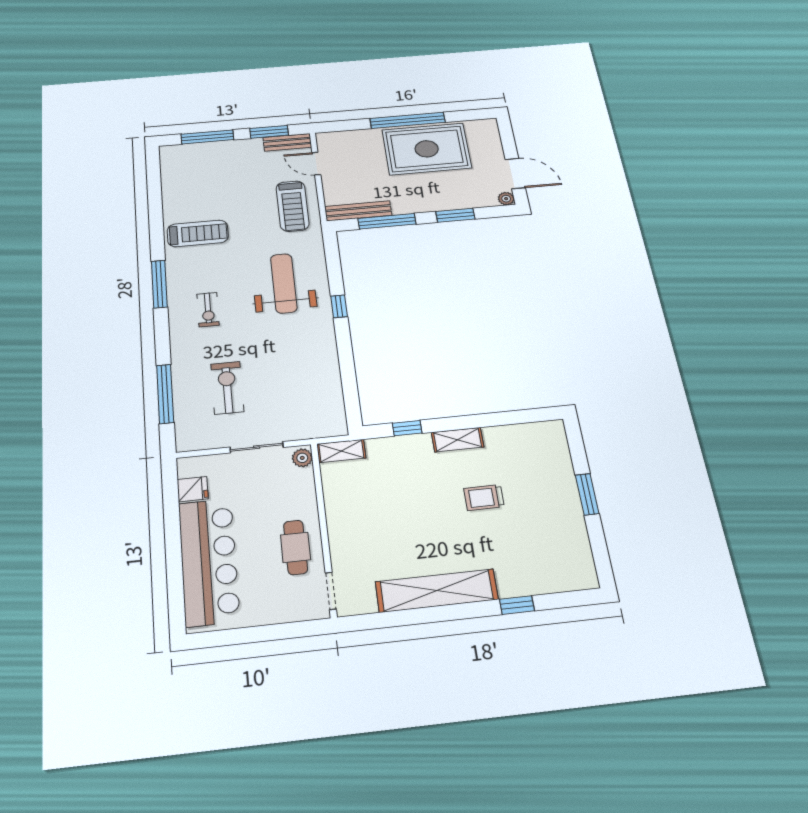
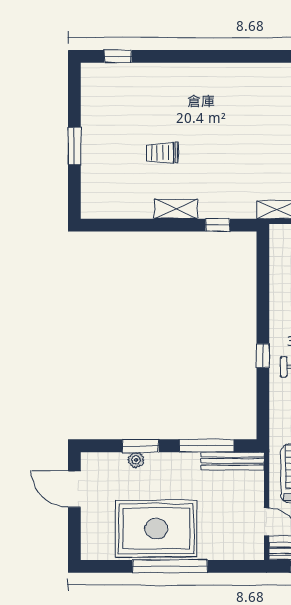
plant: (506, 199) -> (136, 460), moved
trolley: (484, 498) -> (162, 153), turned 180
shelving: (437, 591) -> (214, 76), removed
window: (517, 605) -> (118, 56), moved

